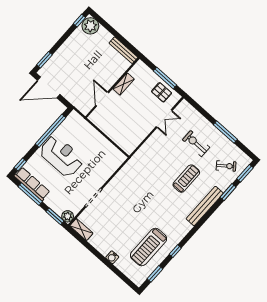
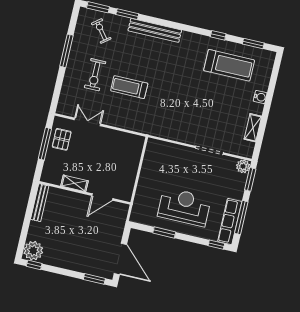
window: (50, 131) -> (164, 233), width x0.47
reception desk: (61, 156) -> (184, 207), turned 90
treadmill: (186, 179) -> (129, 87), moved
shelving: (81, 230) -> (253, 128), moved

